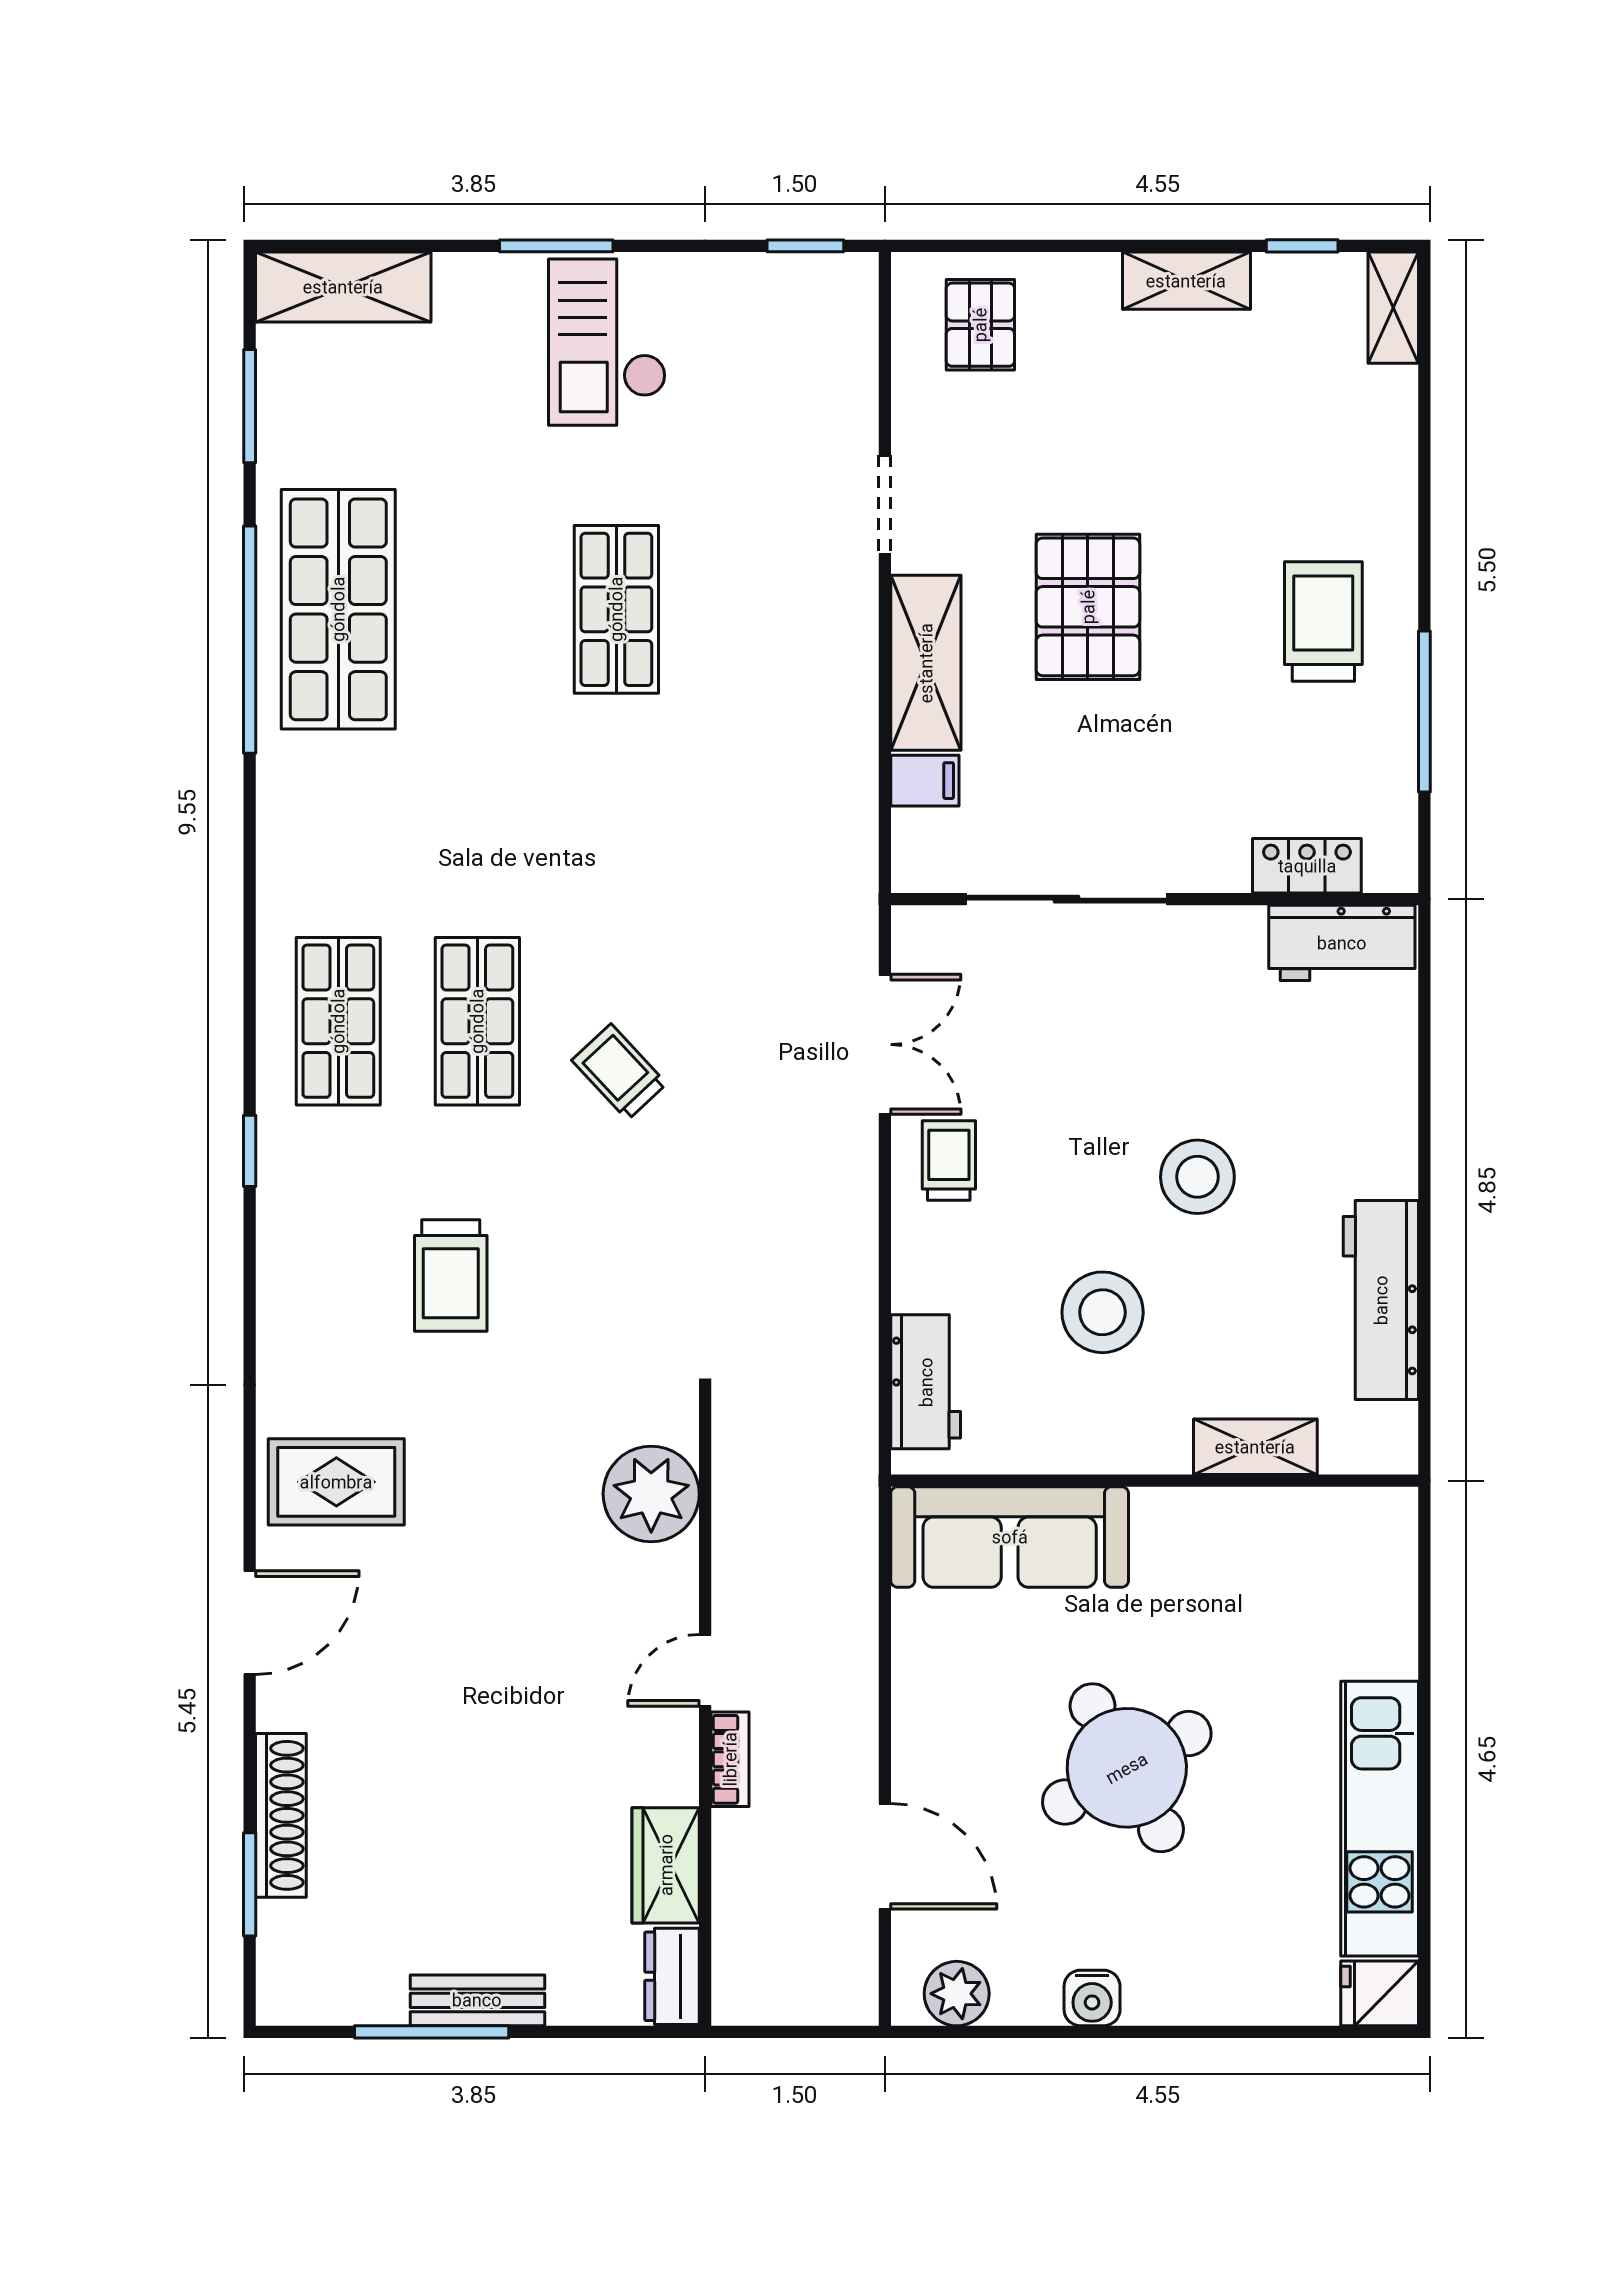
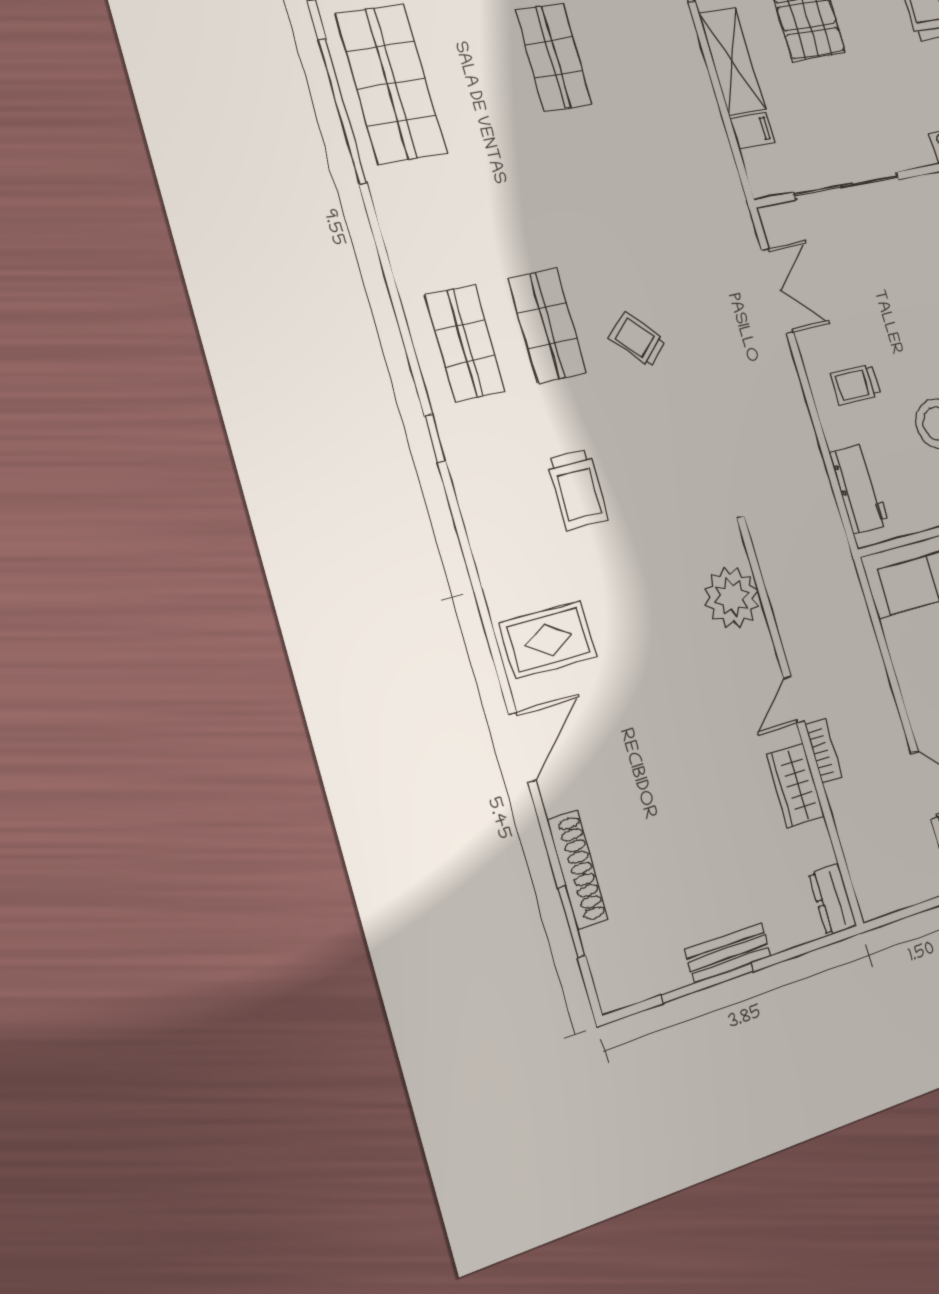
trolley: (949, 1160) -> (856, 385), moved, turned -90
wardrobe: (666, 1865) -> (795, 785), moved

